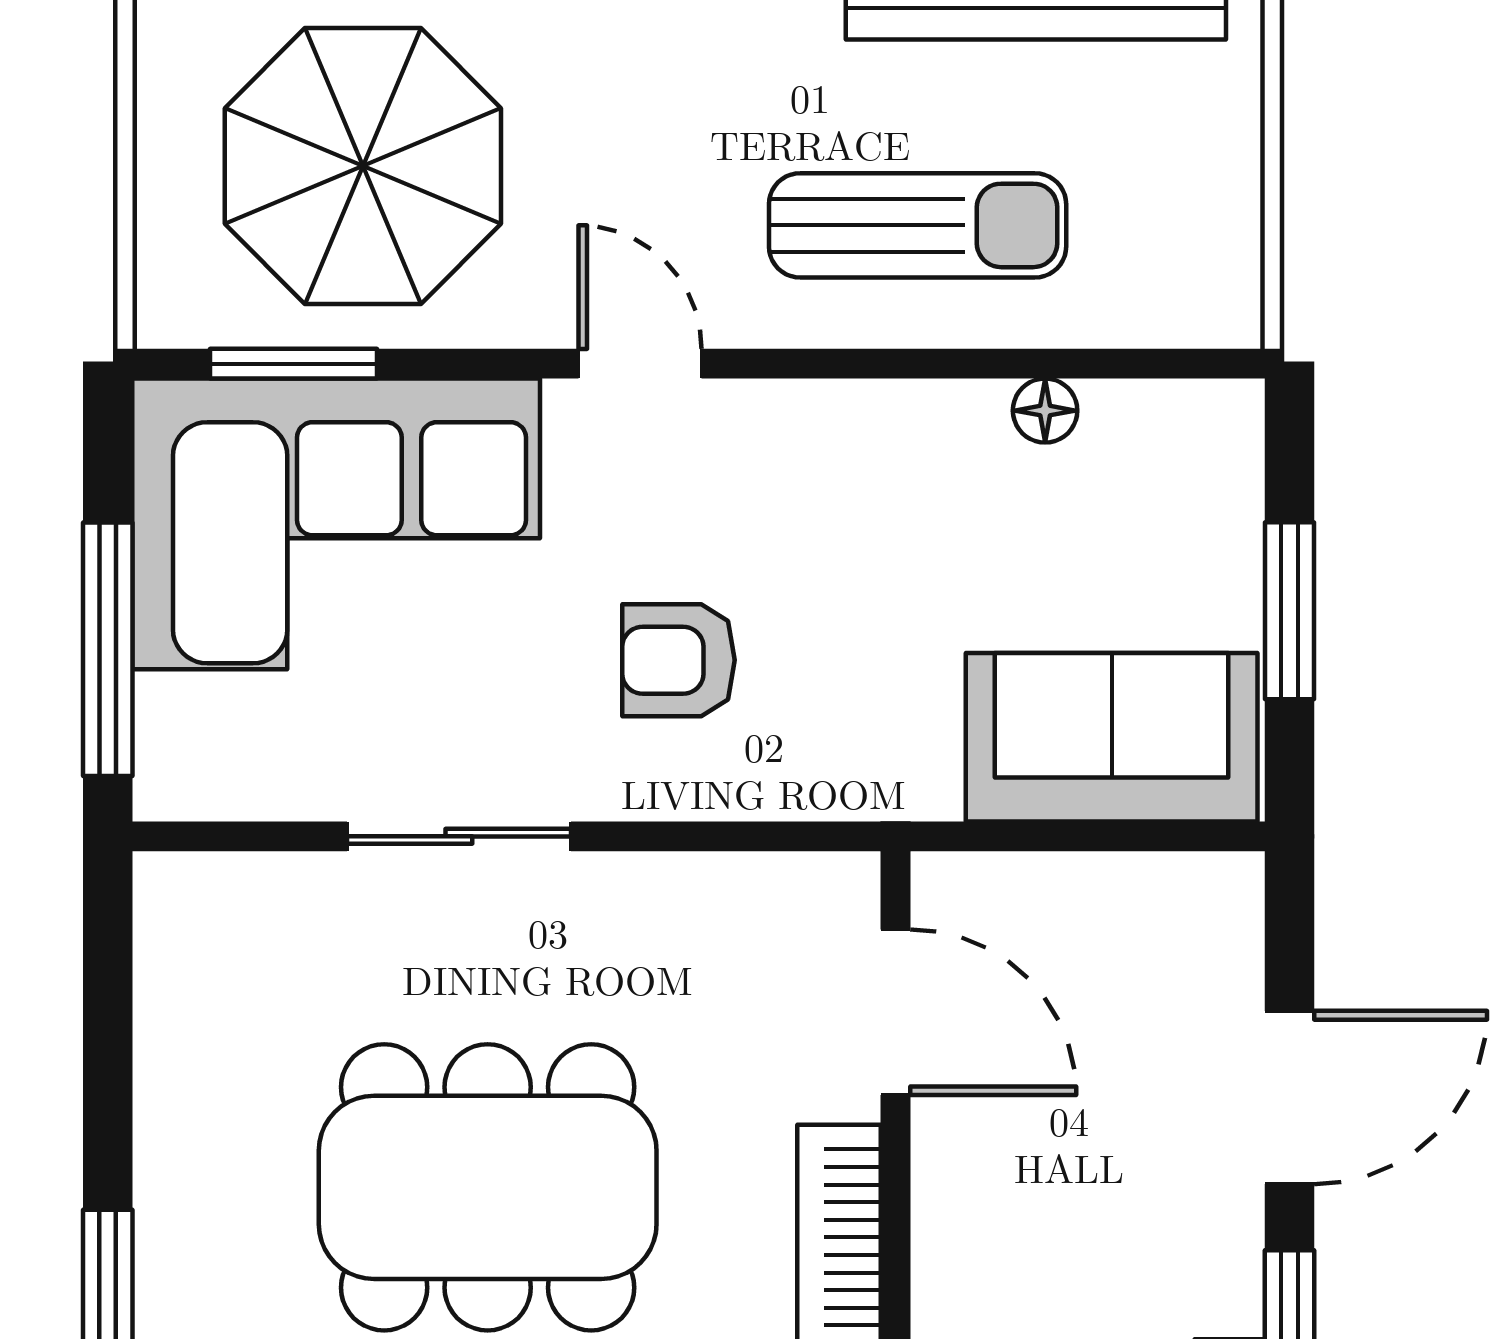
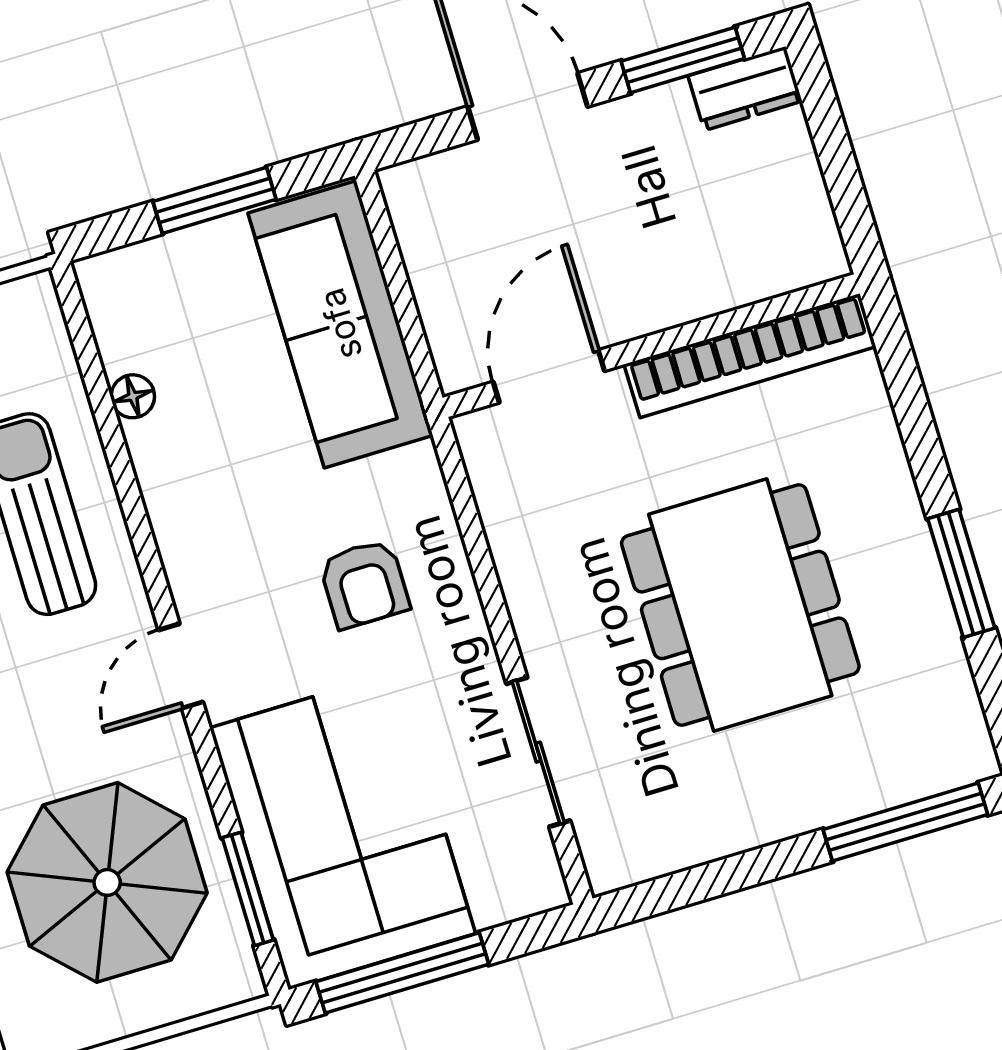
window: (108, 649) -> (402, 973), moved
sofa: (1112, 737) -> (340, 324), width x1.36
sliding door: (459, 836) -> (538, 752), moved

